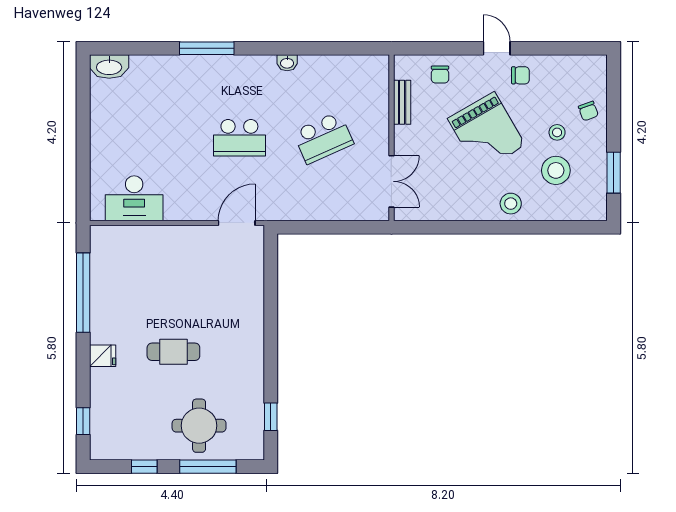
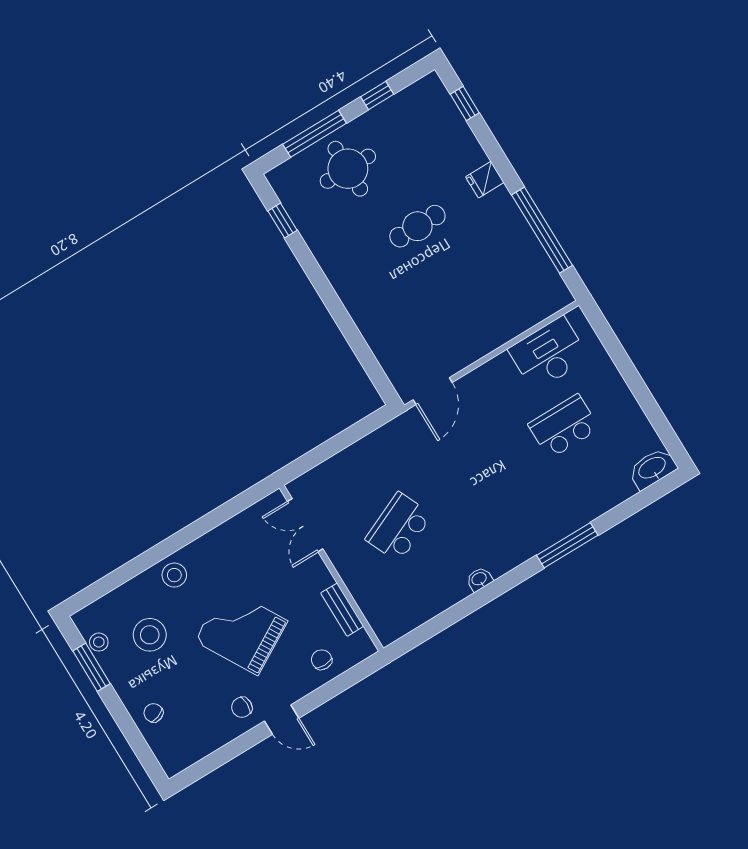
stool: (557, 132) -> (99, 642), moved
school desk: (239, 138) -> (564, 426), moved

